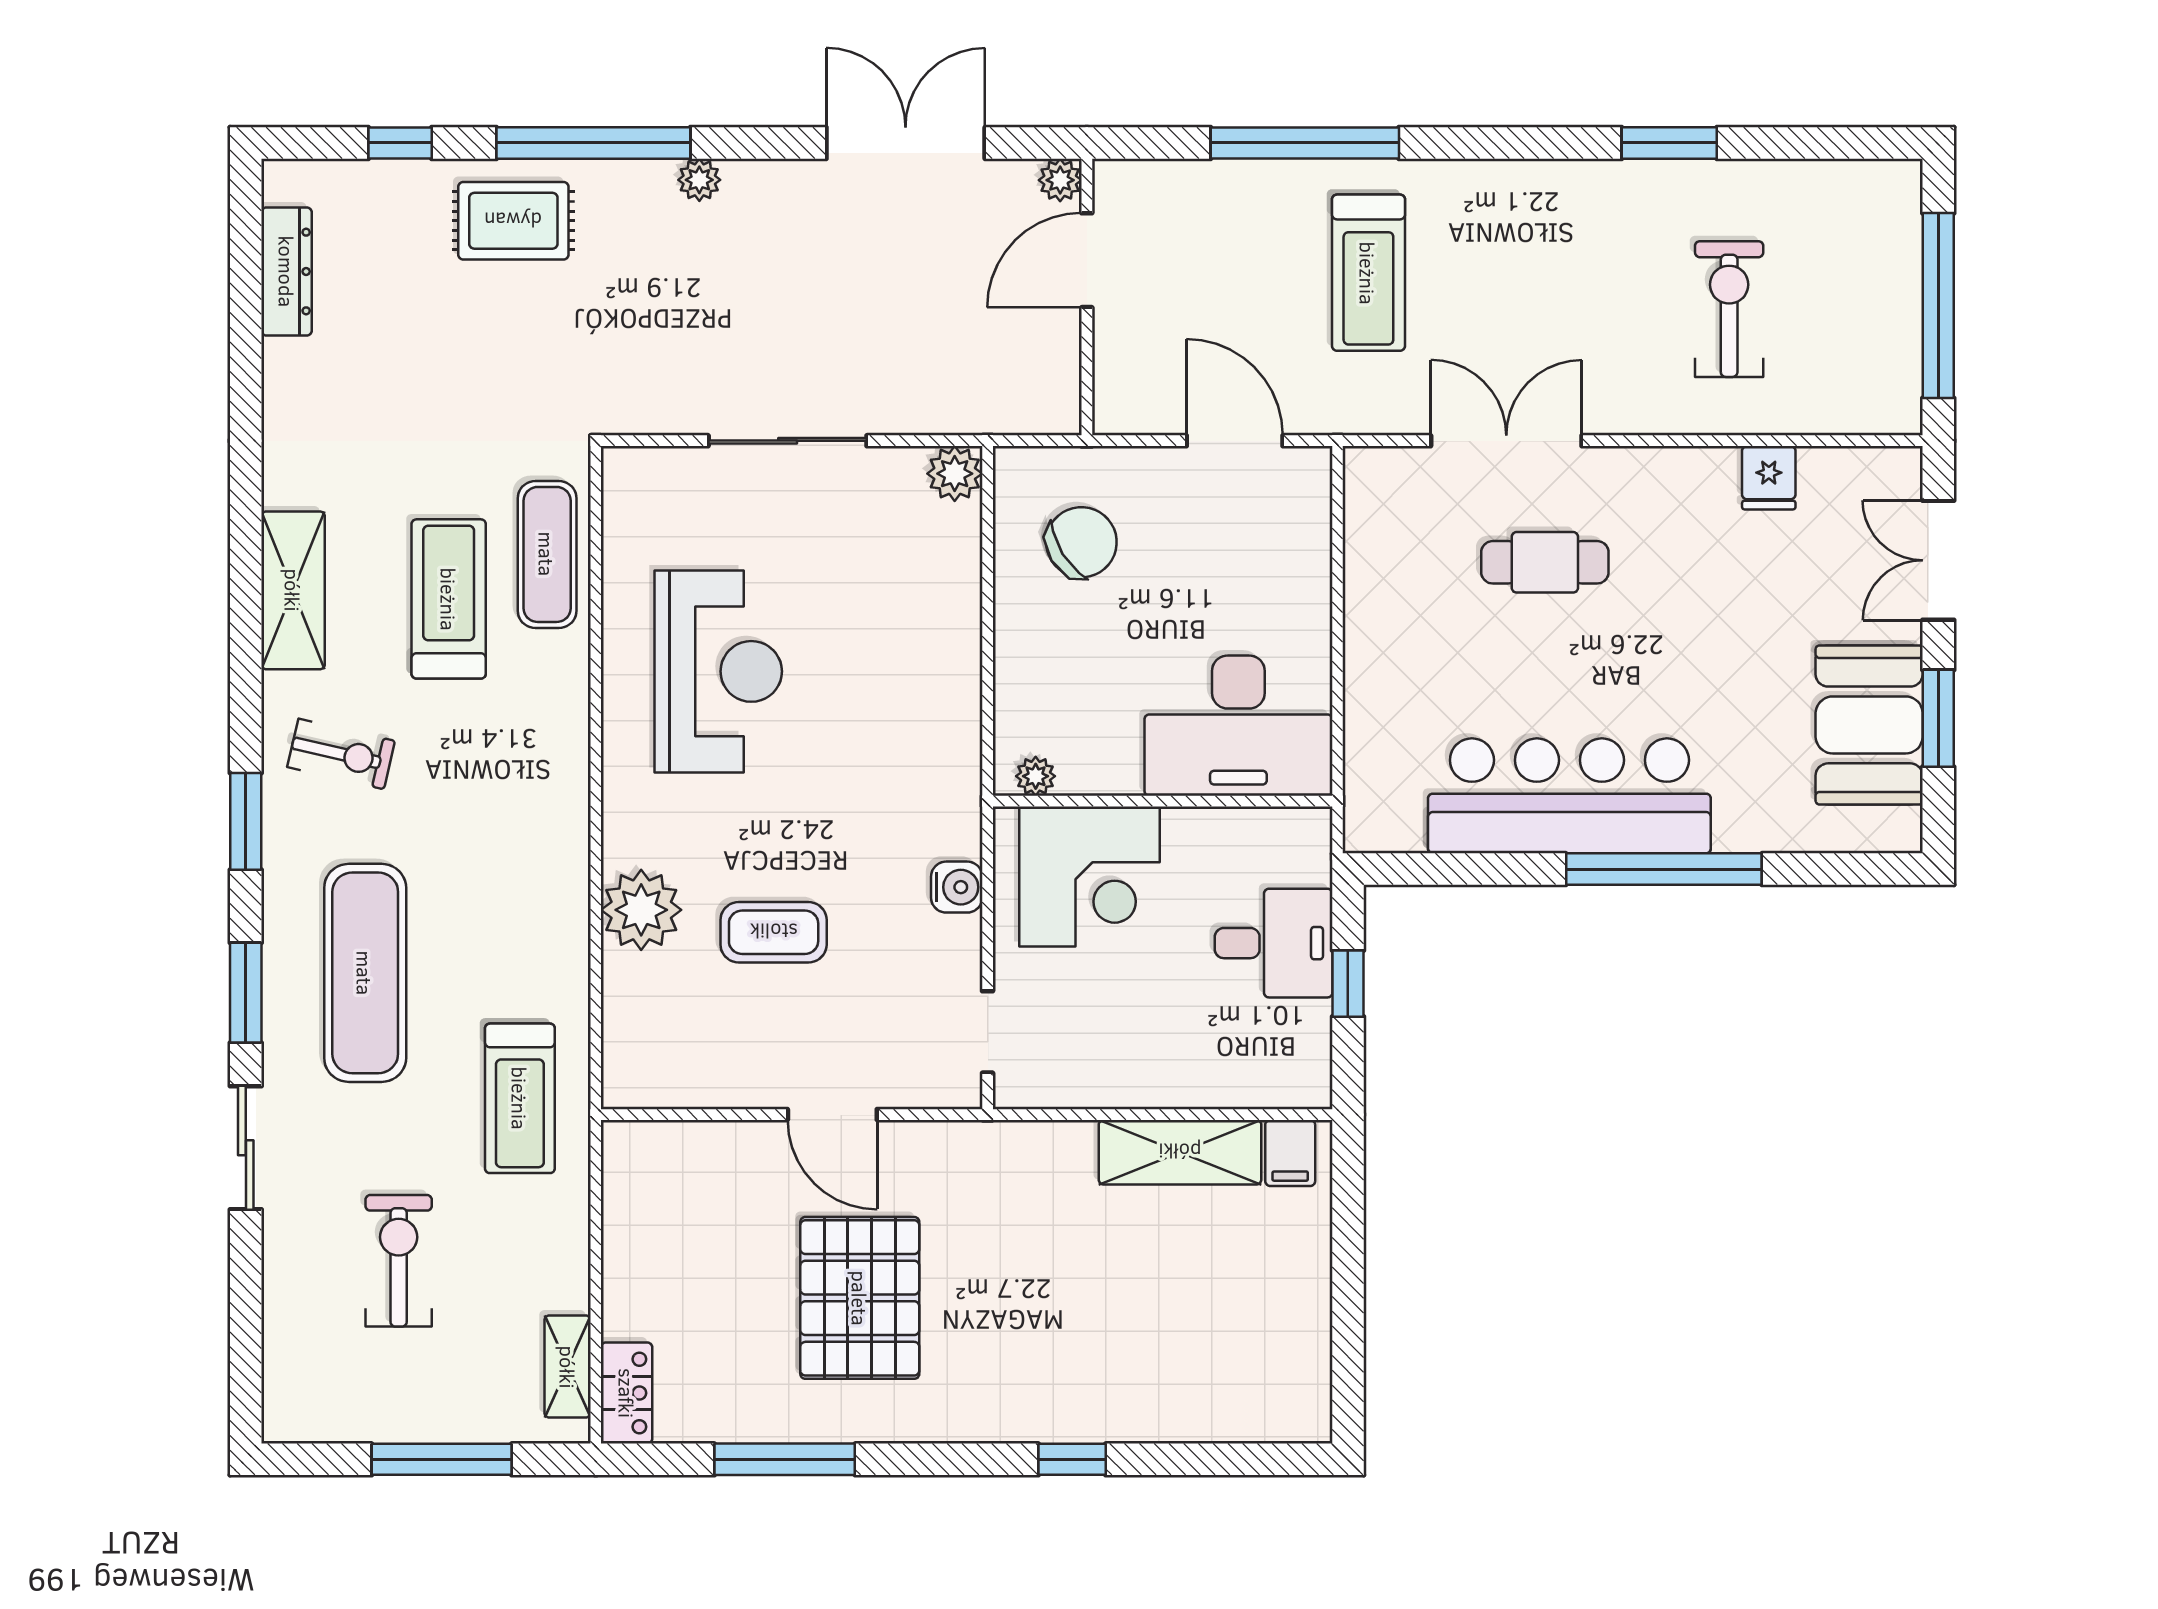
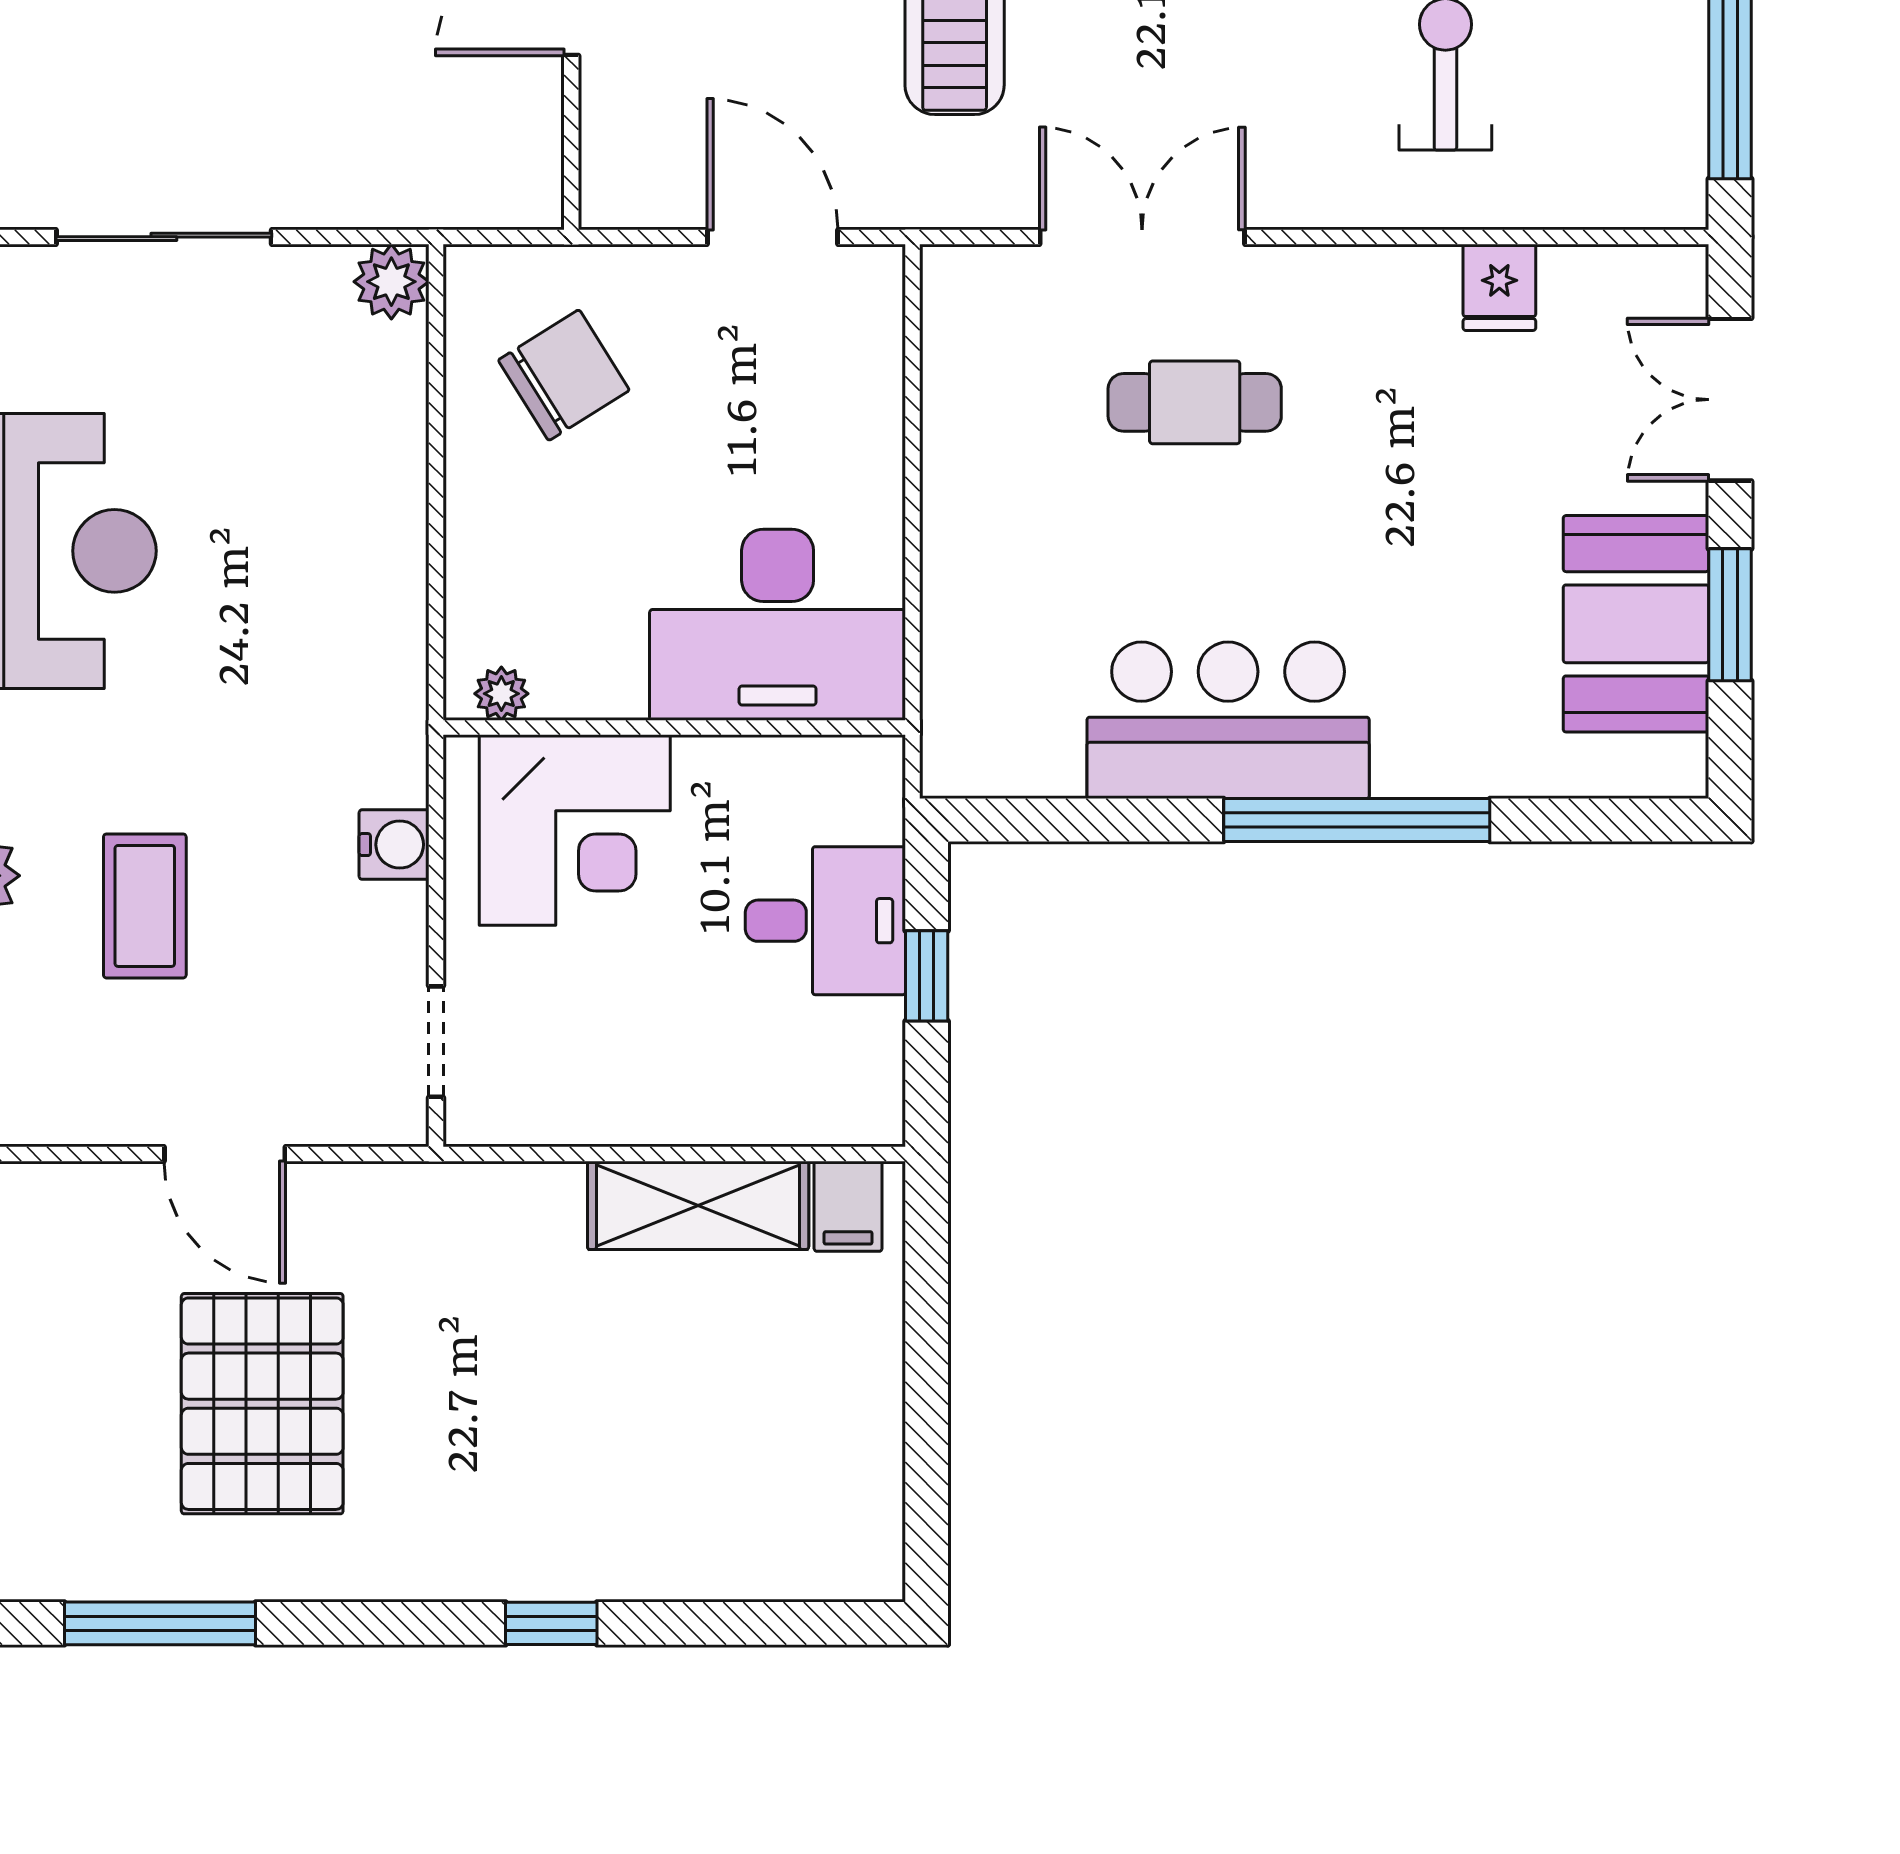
bar counter: (1569, 796) -> (1228, 720), width x0.73
coffee table: (774, 932) -> (145, 906), turned 90

